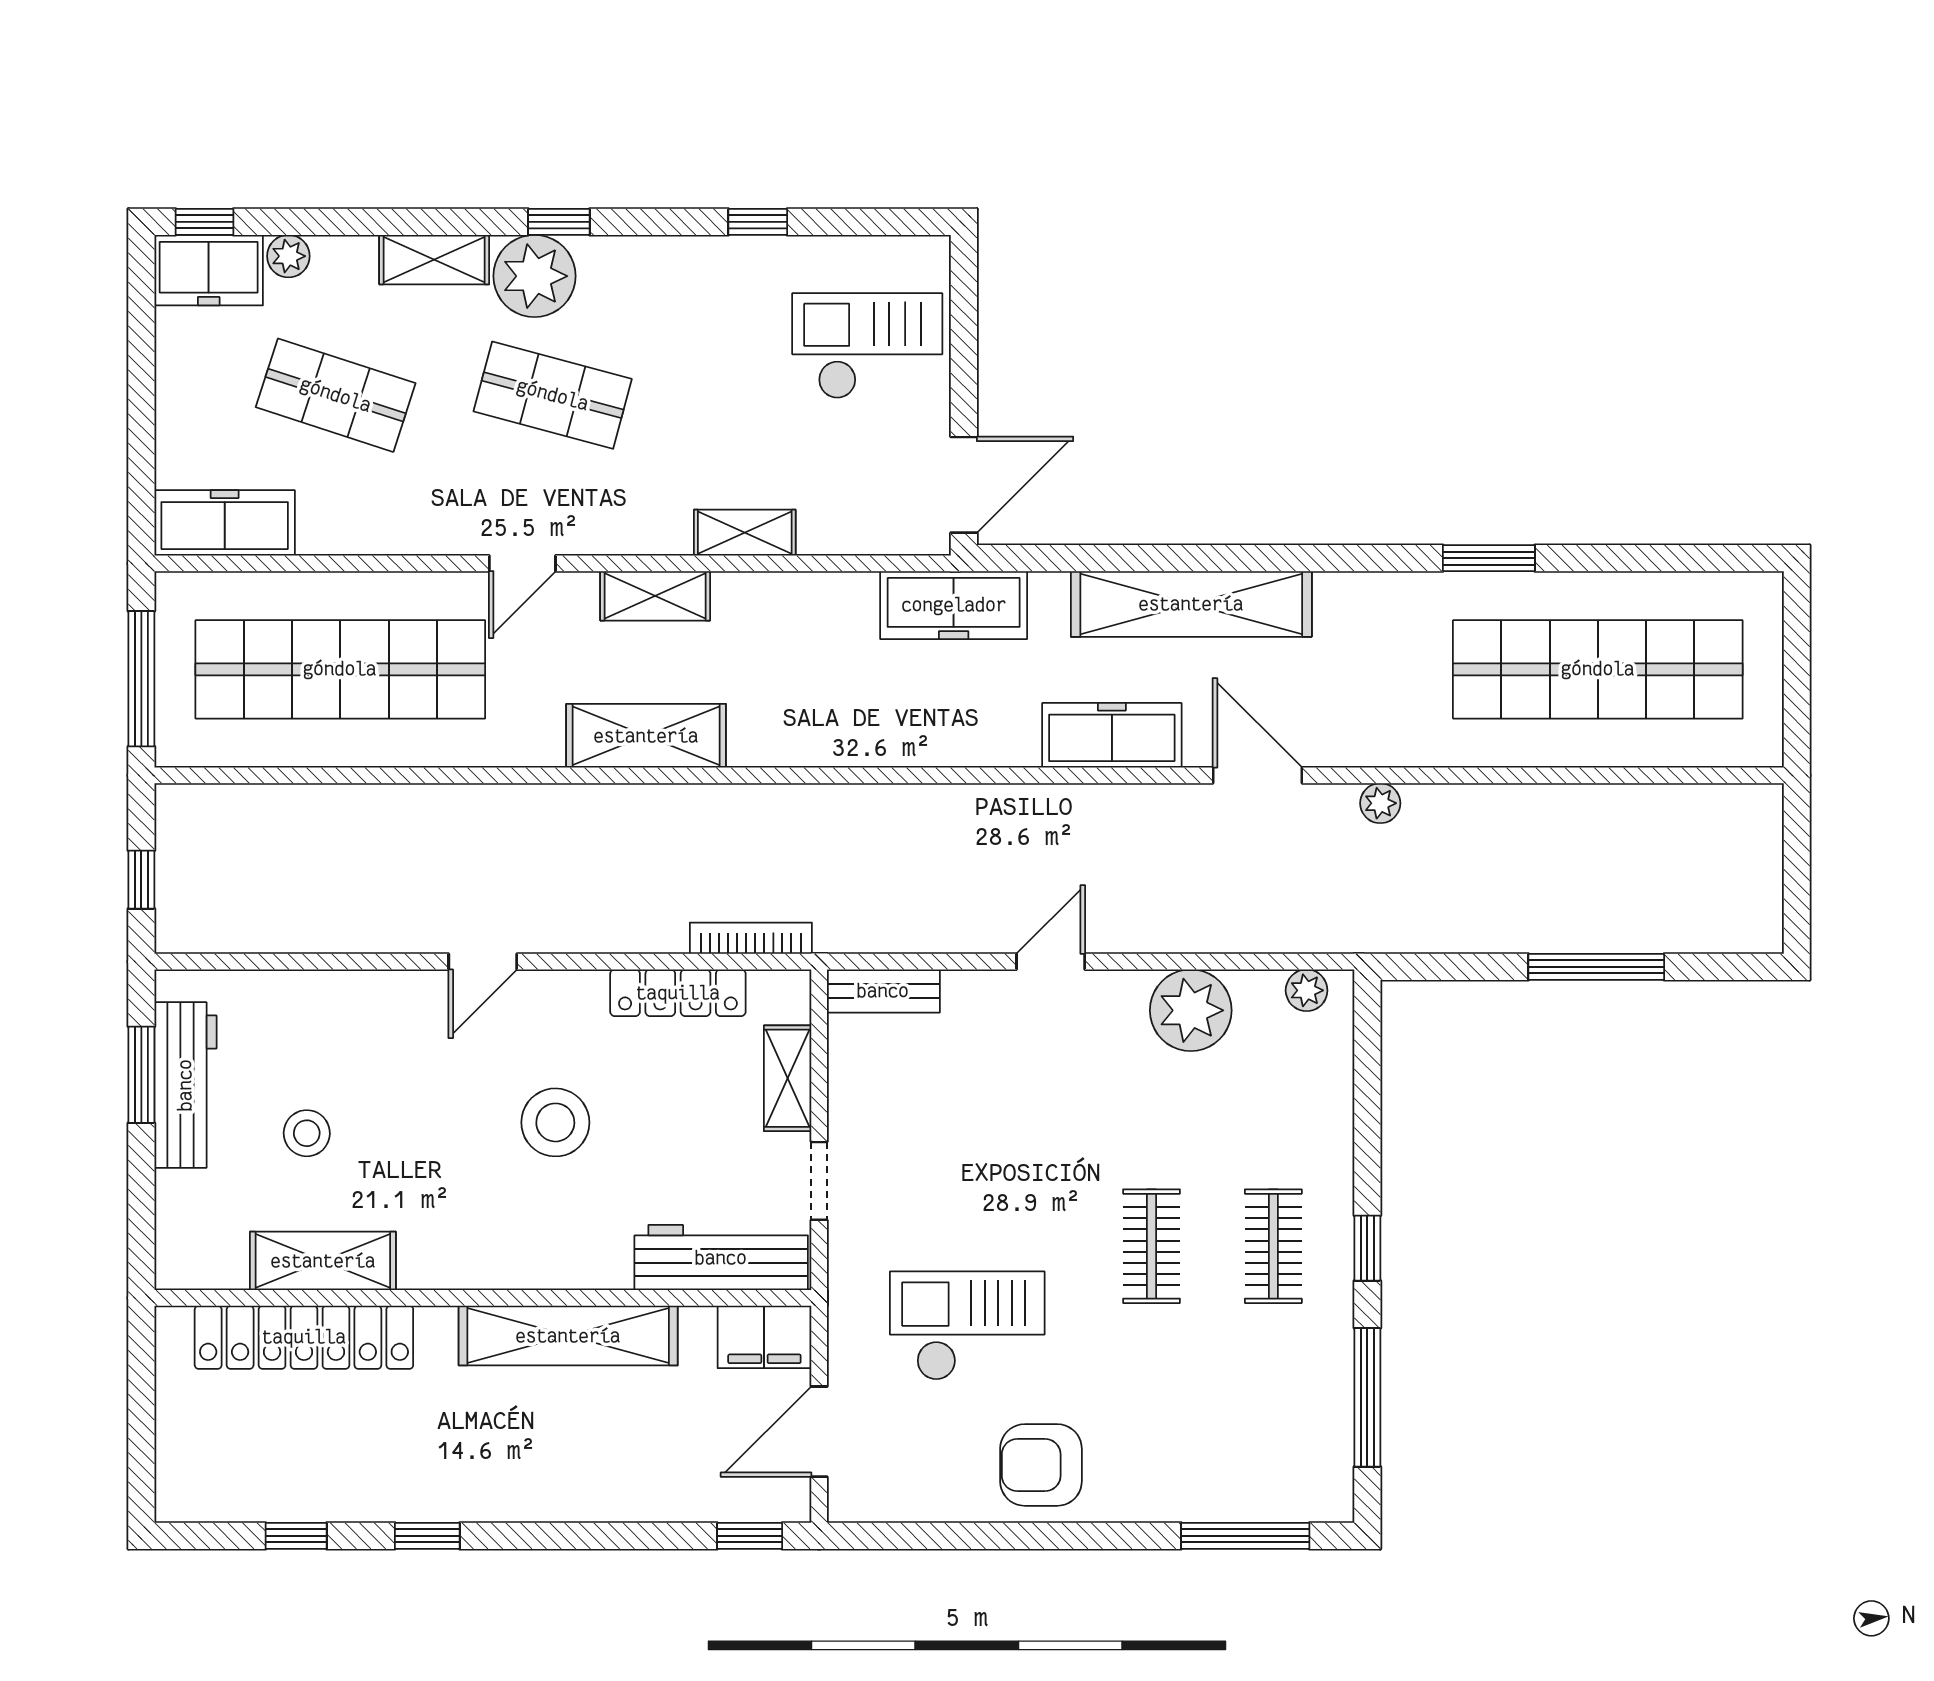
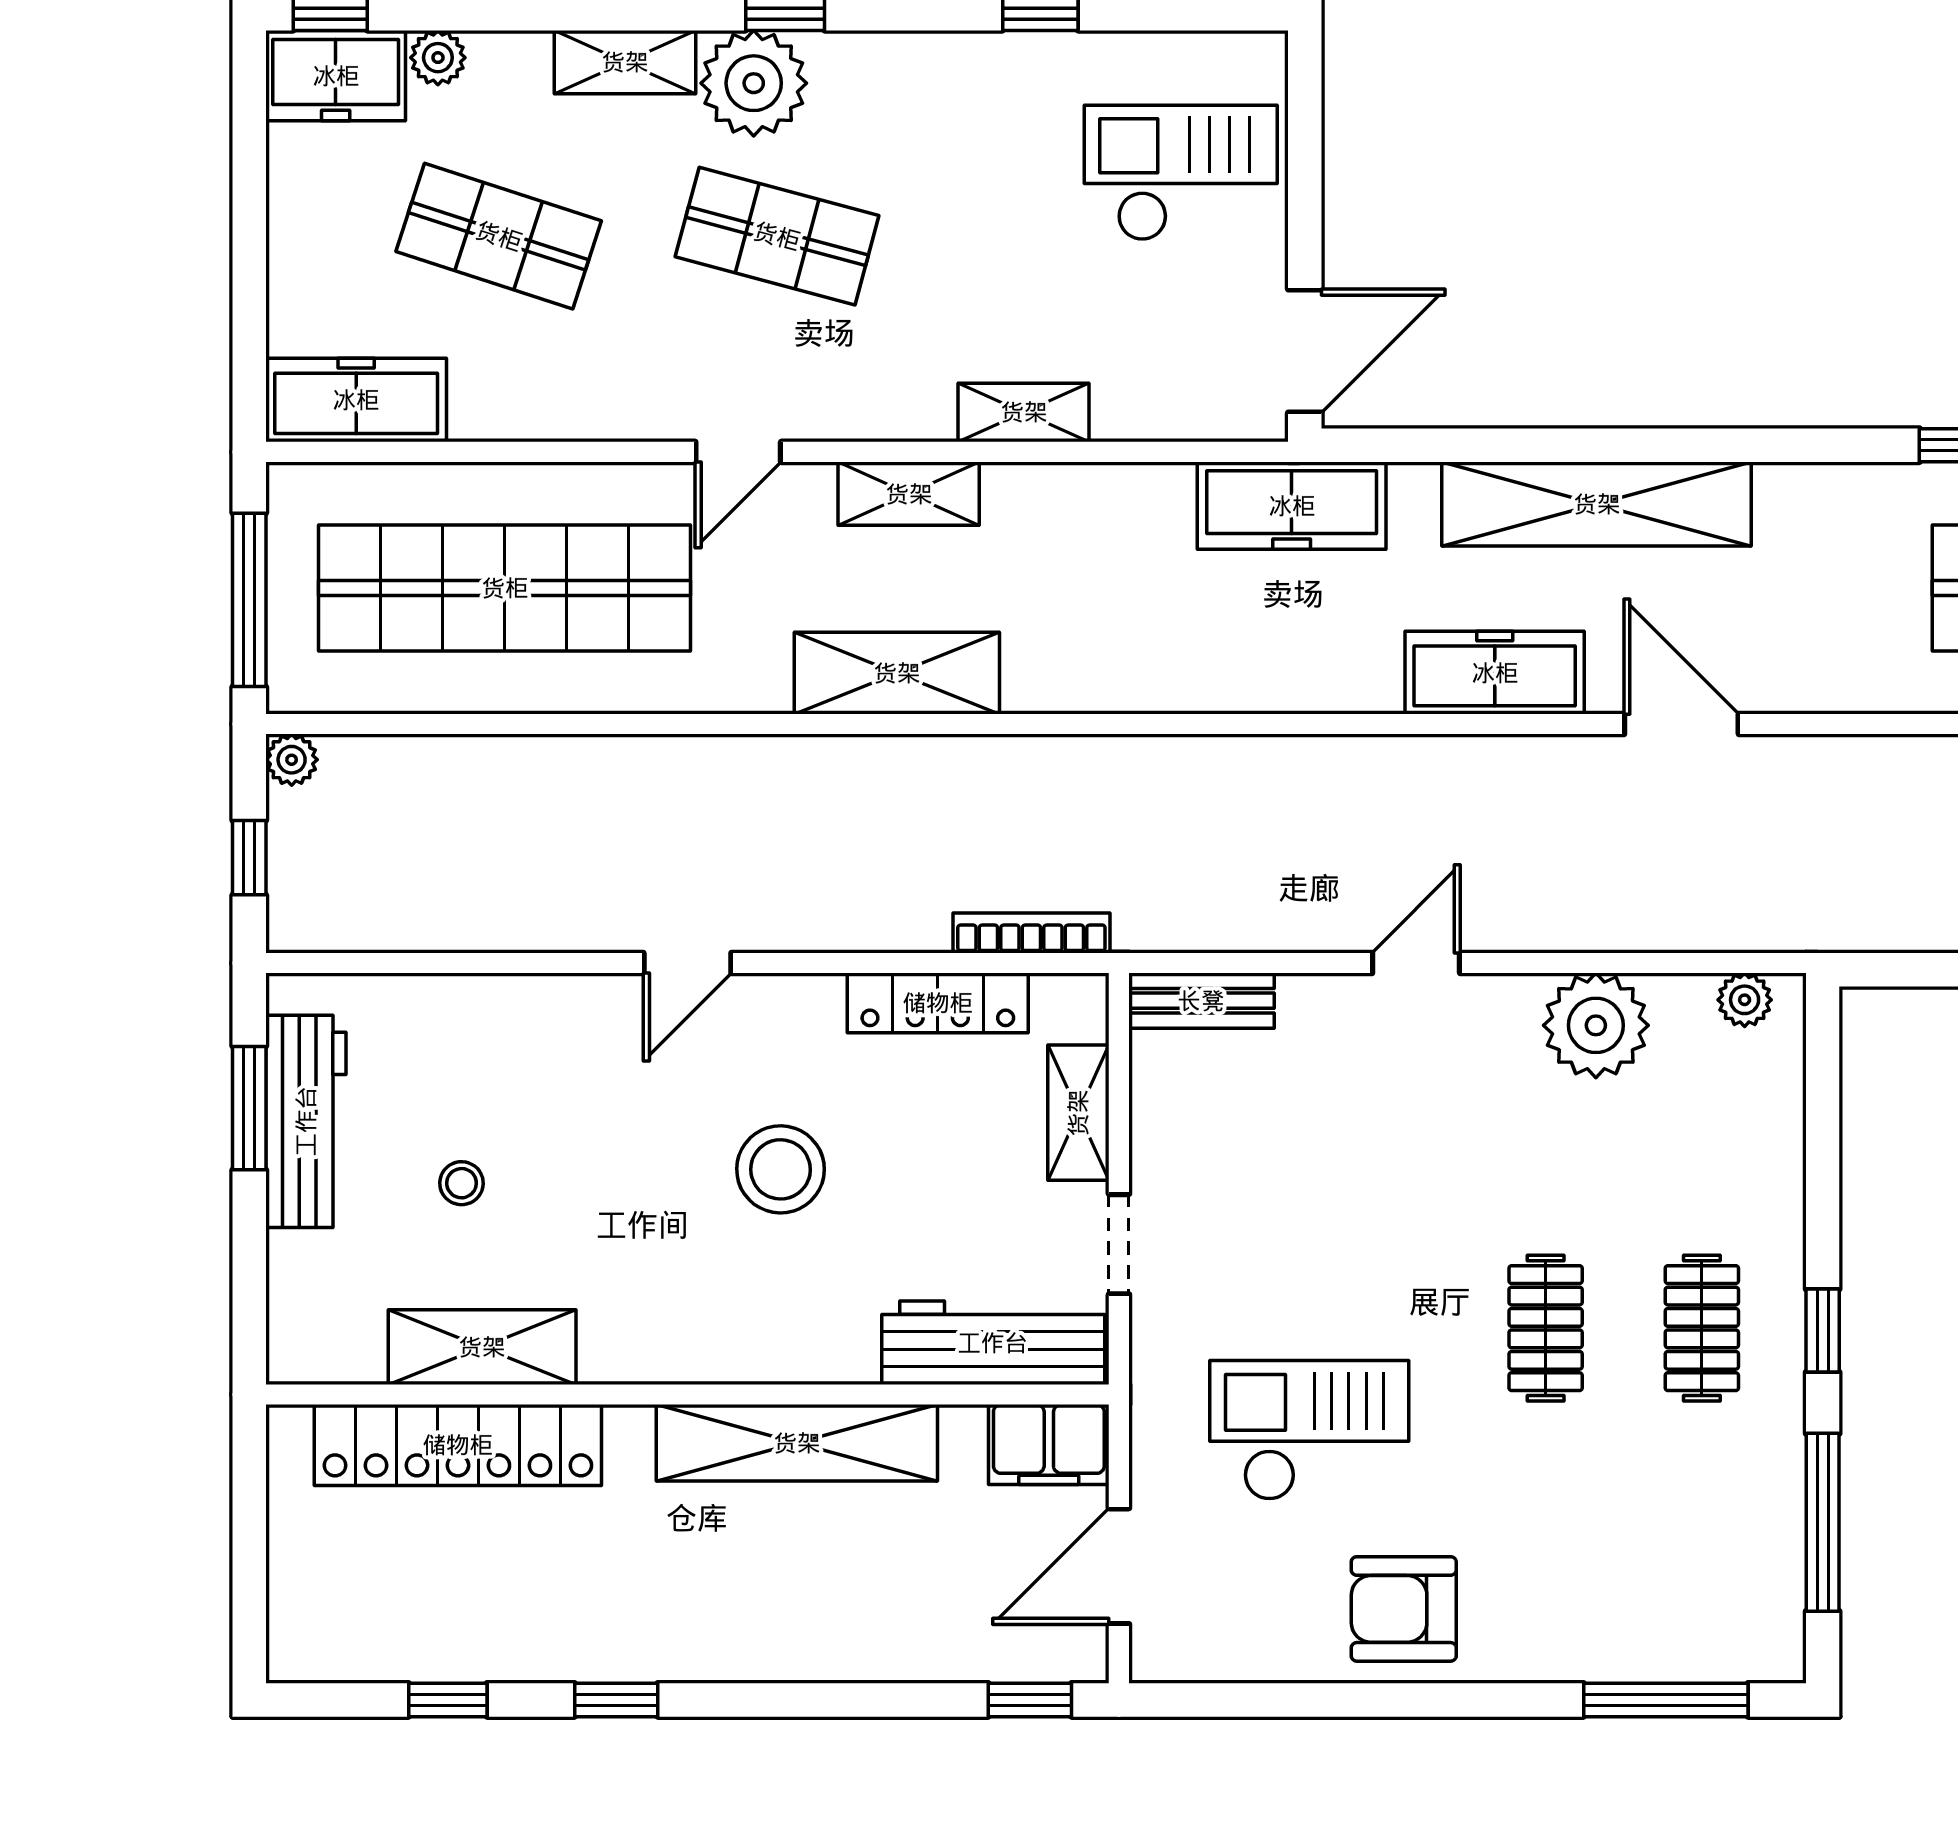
plant: (1380, 803) -> (292, 760), moved
stool: (307, 1133) -> (462, 1183), width x0.73, depth x0.73

